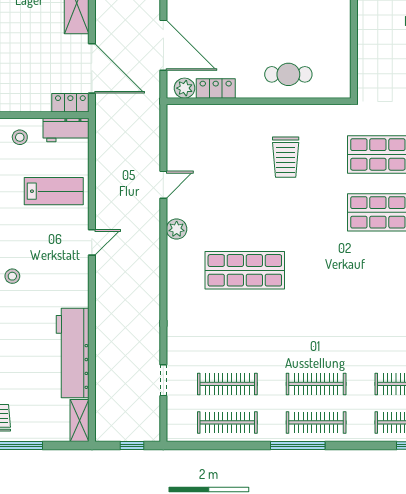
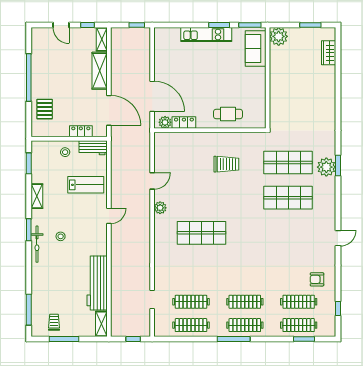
locker: (70, 103) -> (81, 131), moved
trolley: (286, 157) -> (226, 164), turned -90

